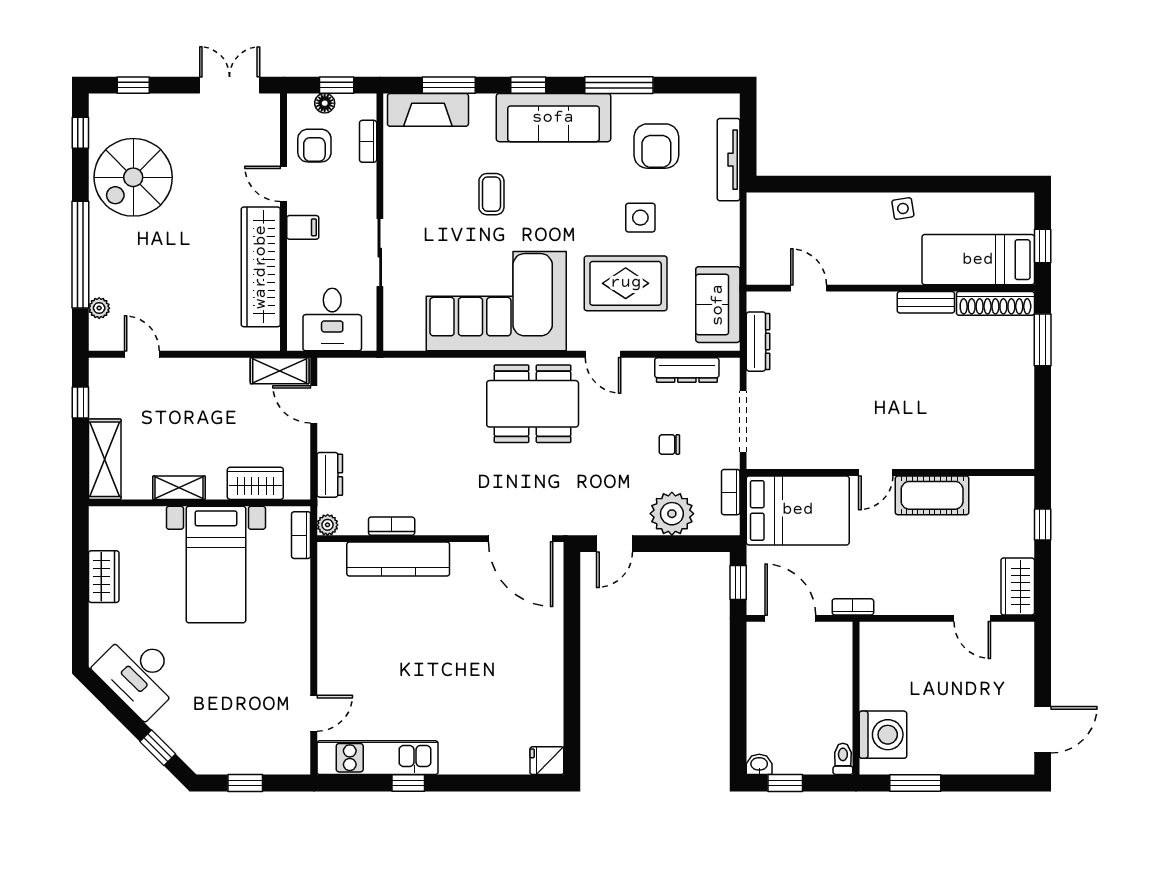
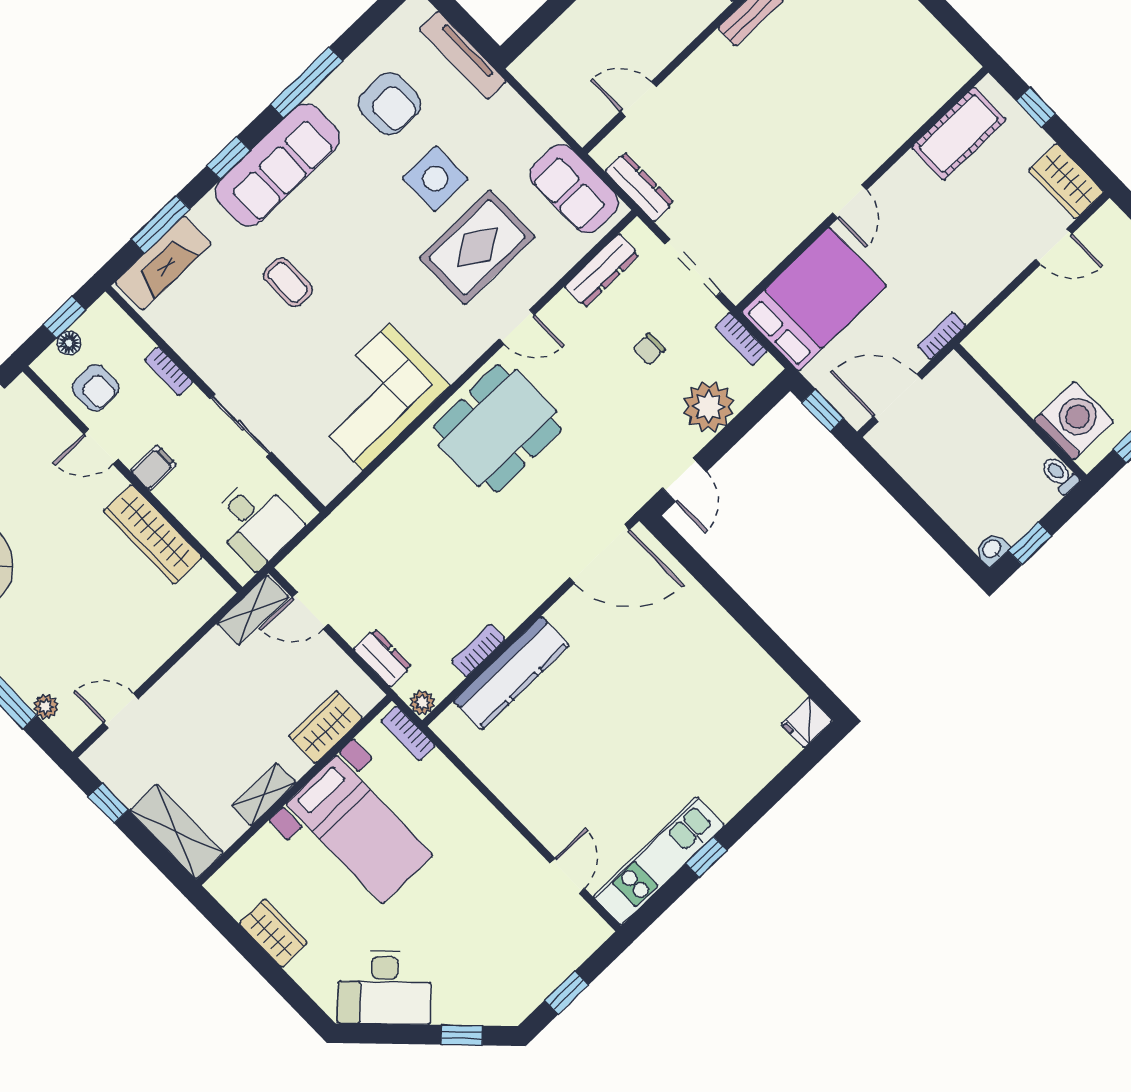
bookcase: (368, 141) -> (169, 371), moved
side table: (640, 218) -> (435, 179), width x1.37, depth x1.37
wardrobe: (261, 267) -> (153, 534), width x0.71, depth x0.85
corner sofa: (496, 301) -> (376, 397), width x0.73, depth x0.74
cot: (932, 495) -> (959, 134), moved

